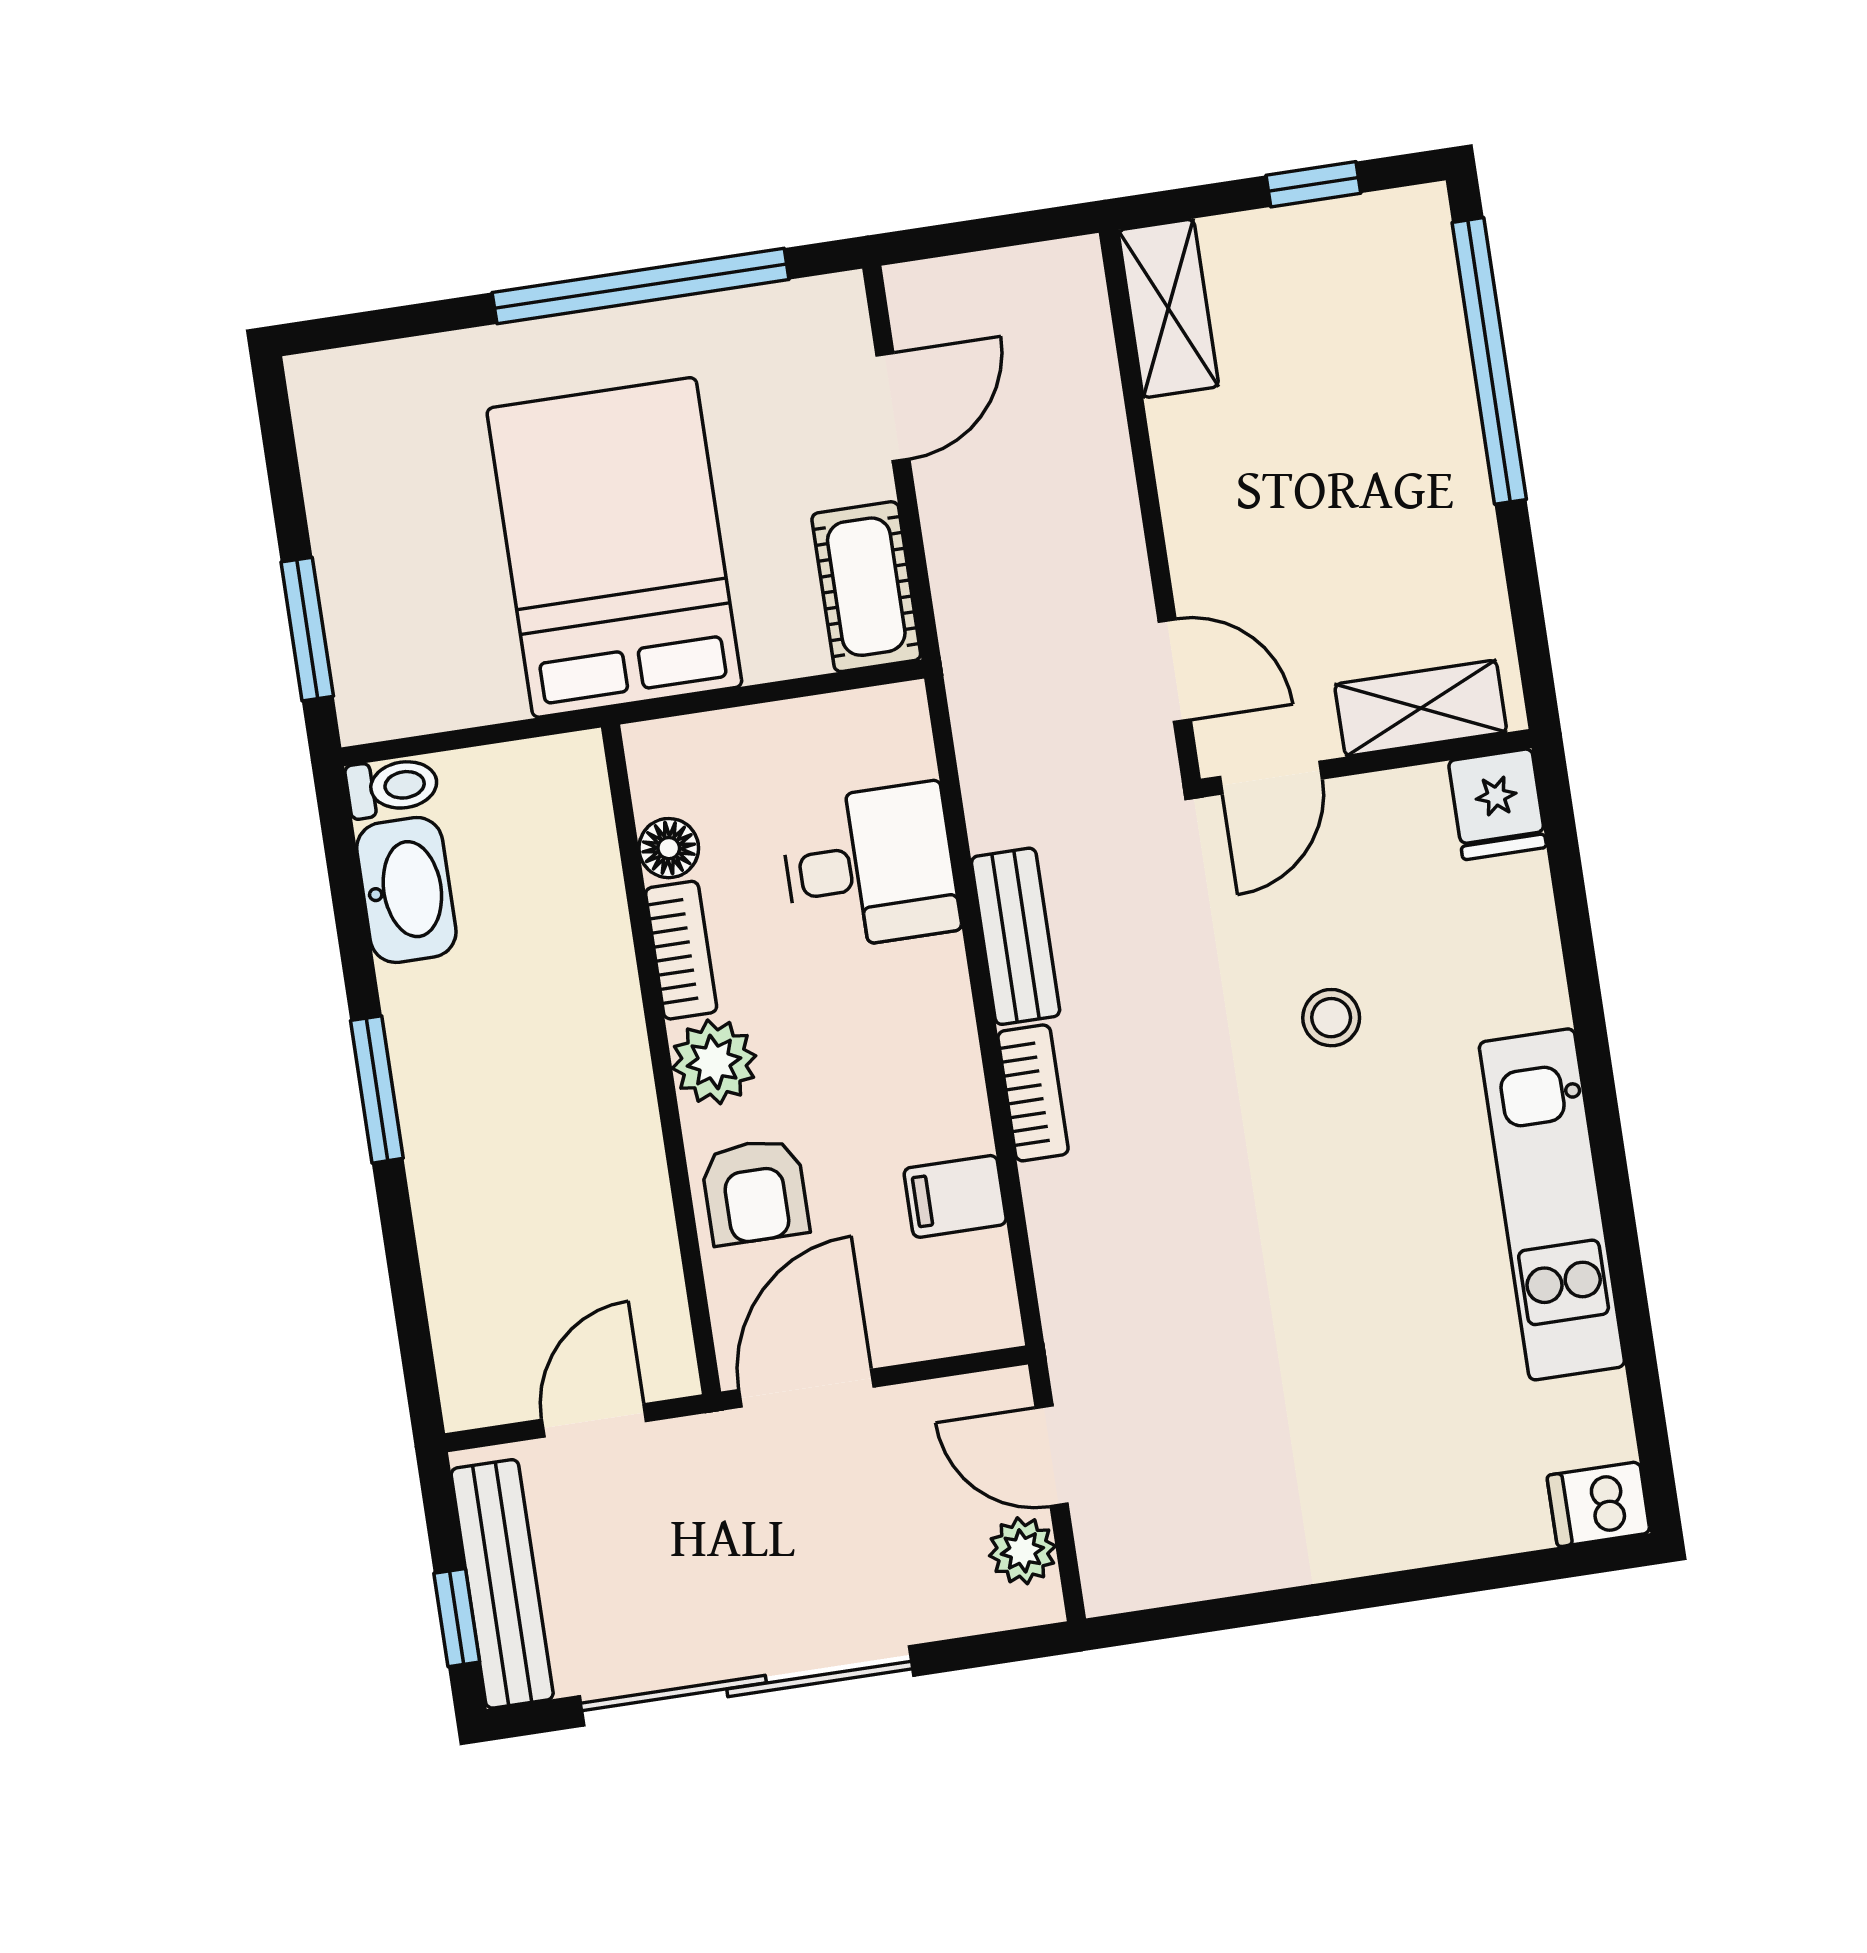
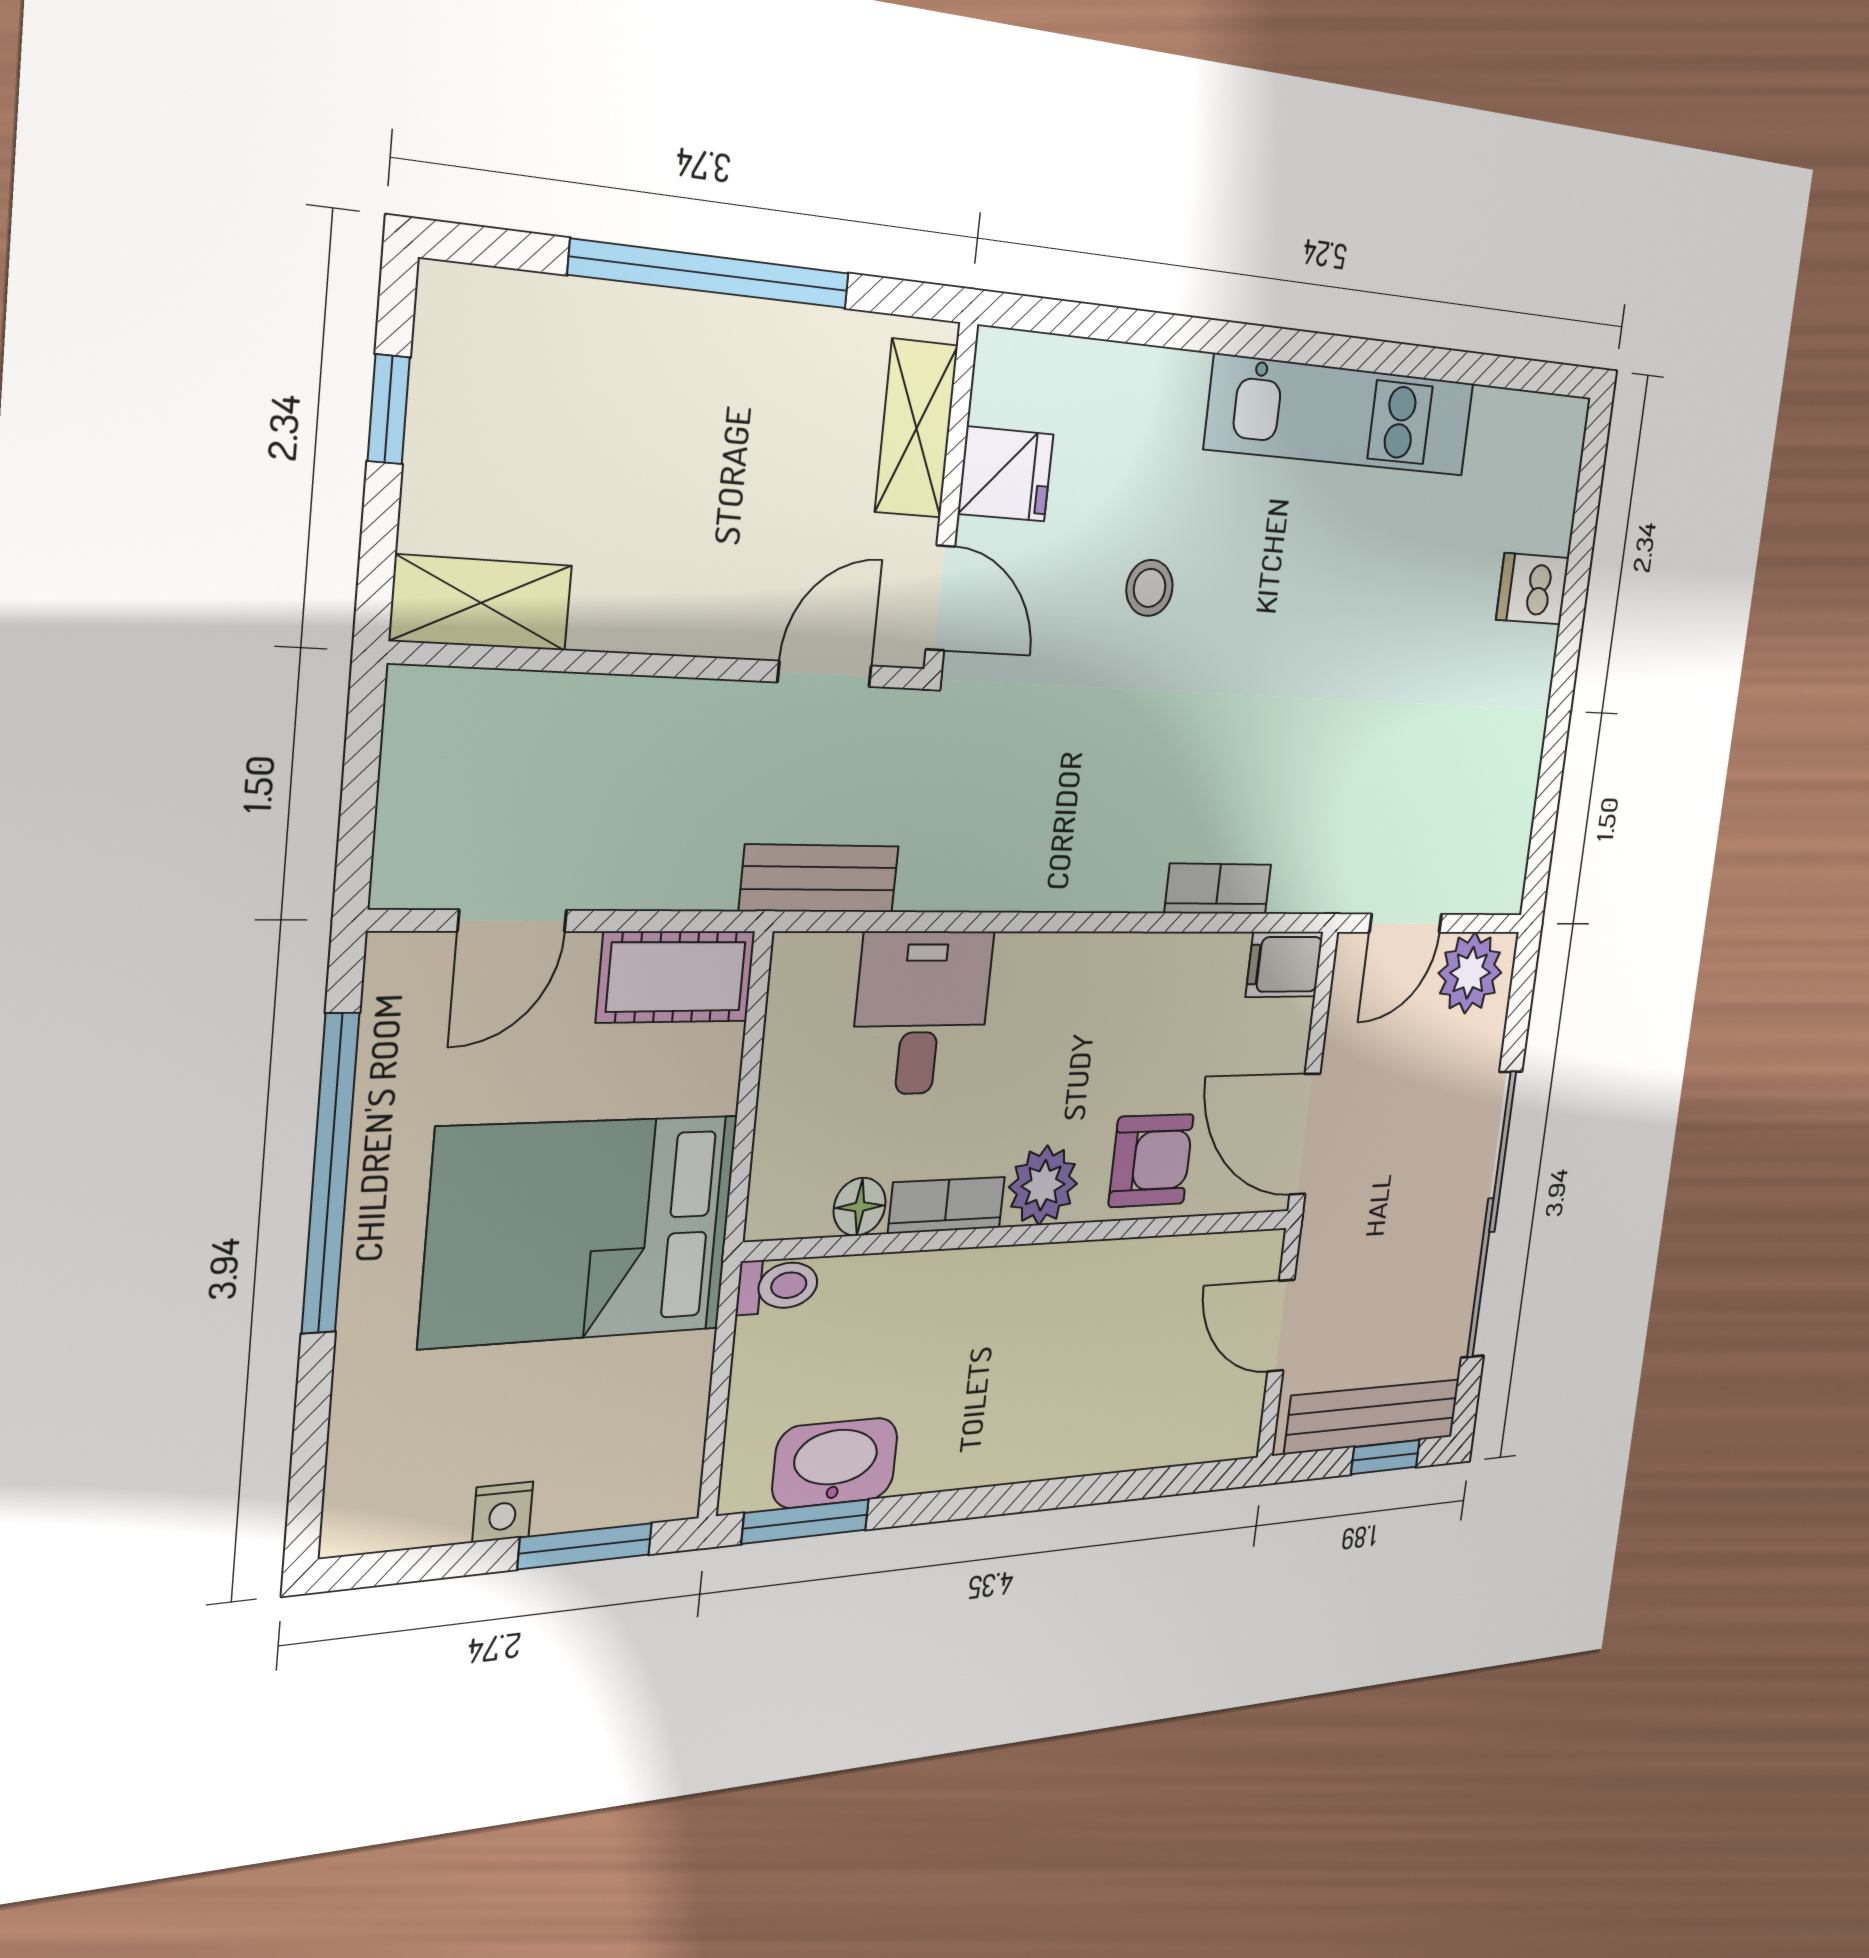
window: (1489, 361) -> (711, 274), moved
door: (893, 407) -> (512, 921), swing flipped
nightstand: (337, 533) -> (503, 1512), added
toilet: (392, 787) -> (778, 1286), moved, turned 90
fridge: (1497, 804) -> (1006, 474), moved
bench: (1016, 936) -> (819, 878), moved
window: (377, 1089) -> (805, 1522), moved
bookcase: (1033, 1093) -> (1218, 889), moved
filing cabinet: (955, 1196) -> (1285, 964), moved, turned 90
dishwasher: (1599, 1504) -> (1533, 589), moved, turned 90
plant: (1022, 1551) -> (1470, 973), width x1.38, depth x1.38

